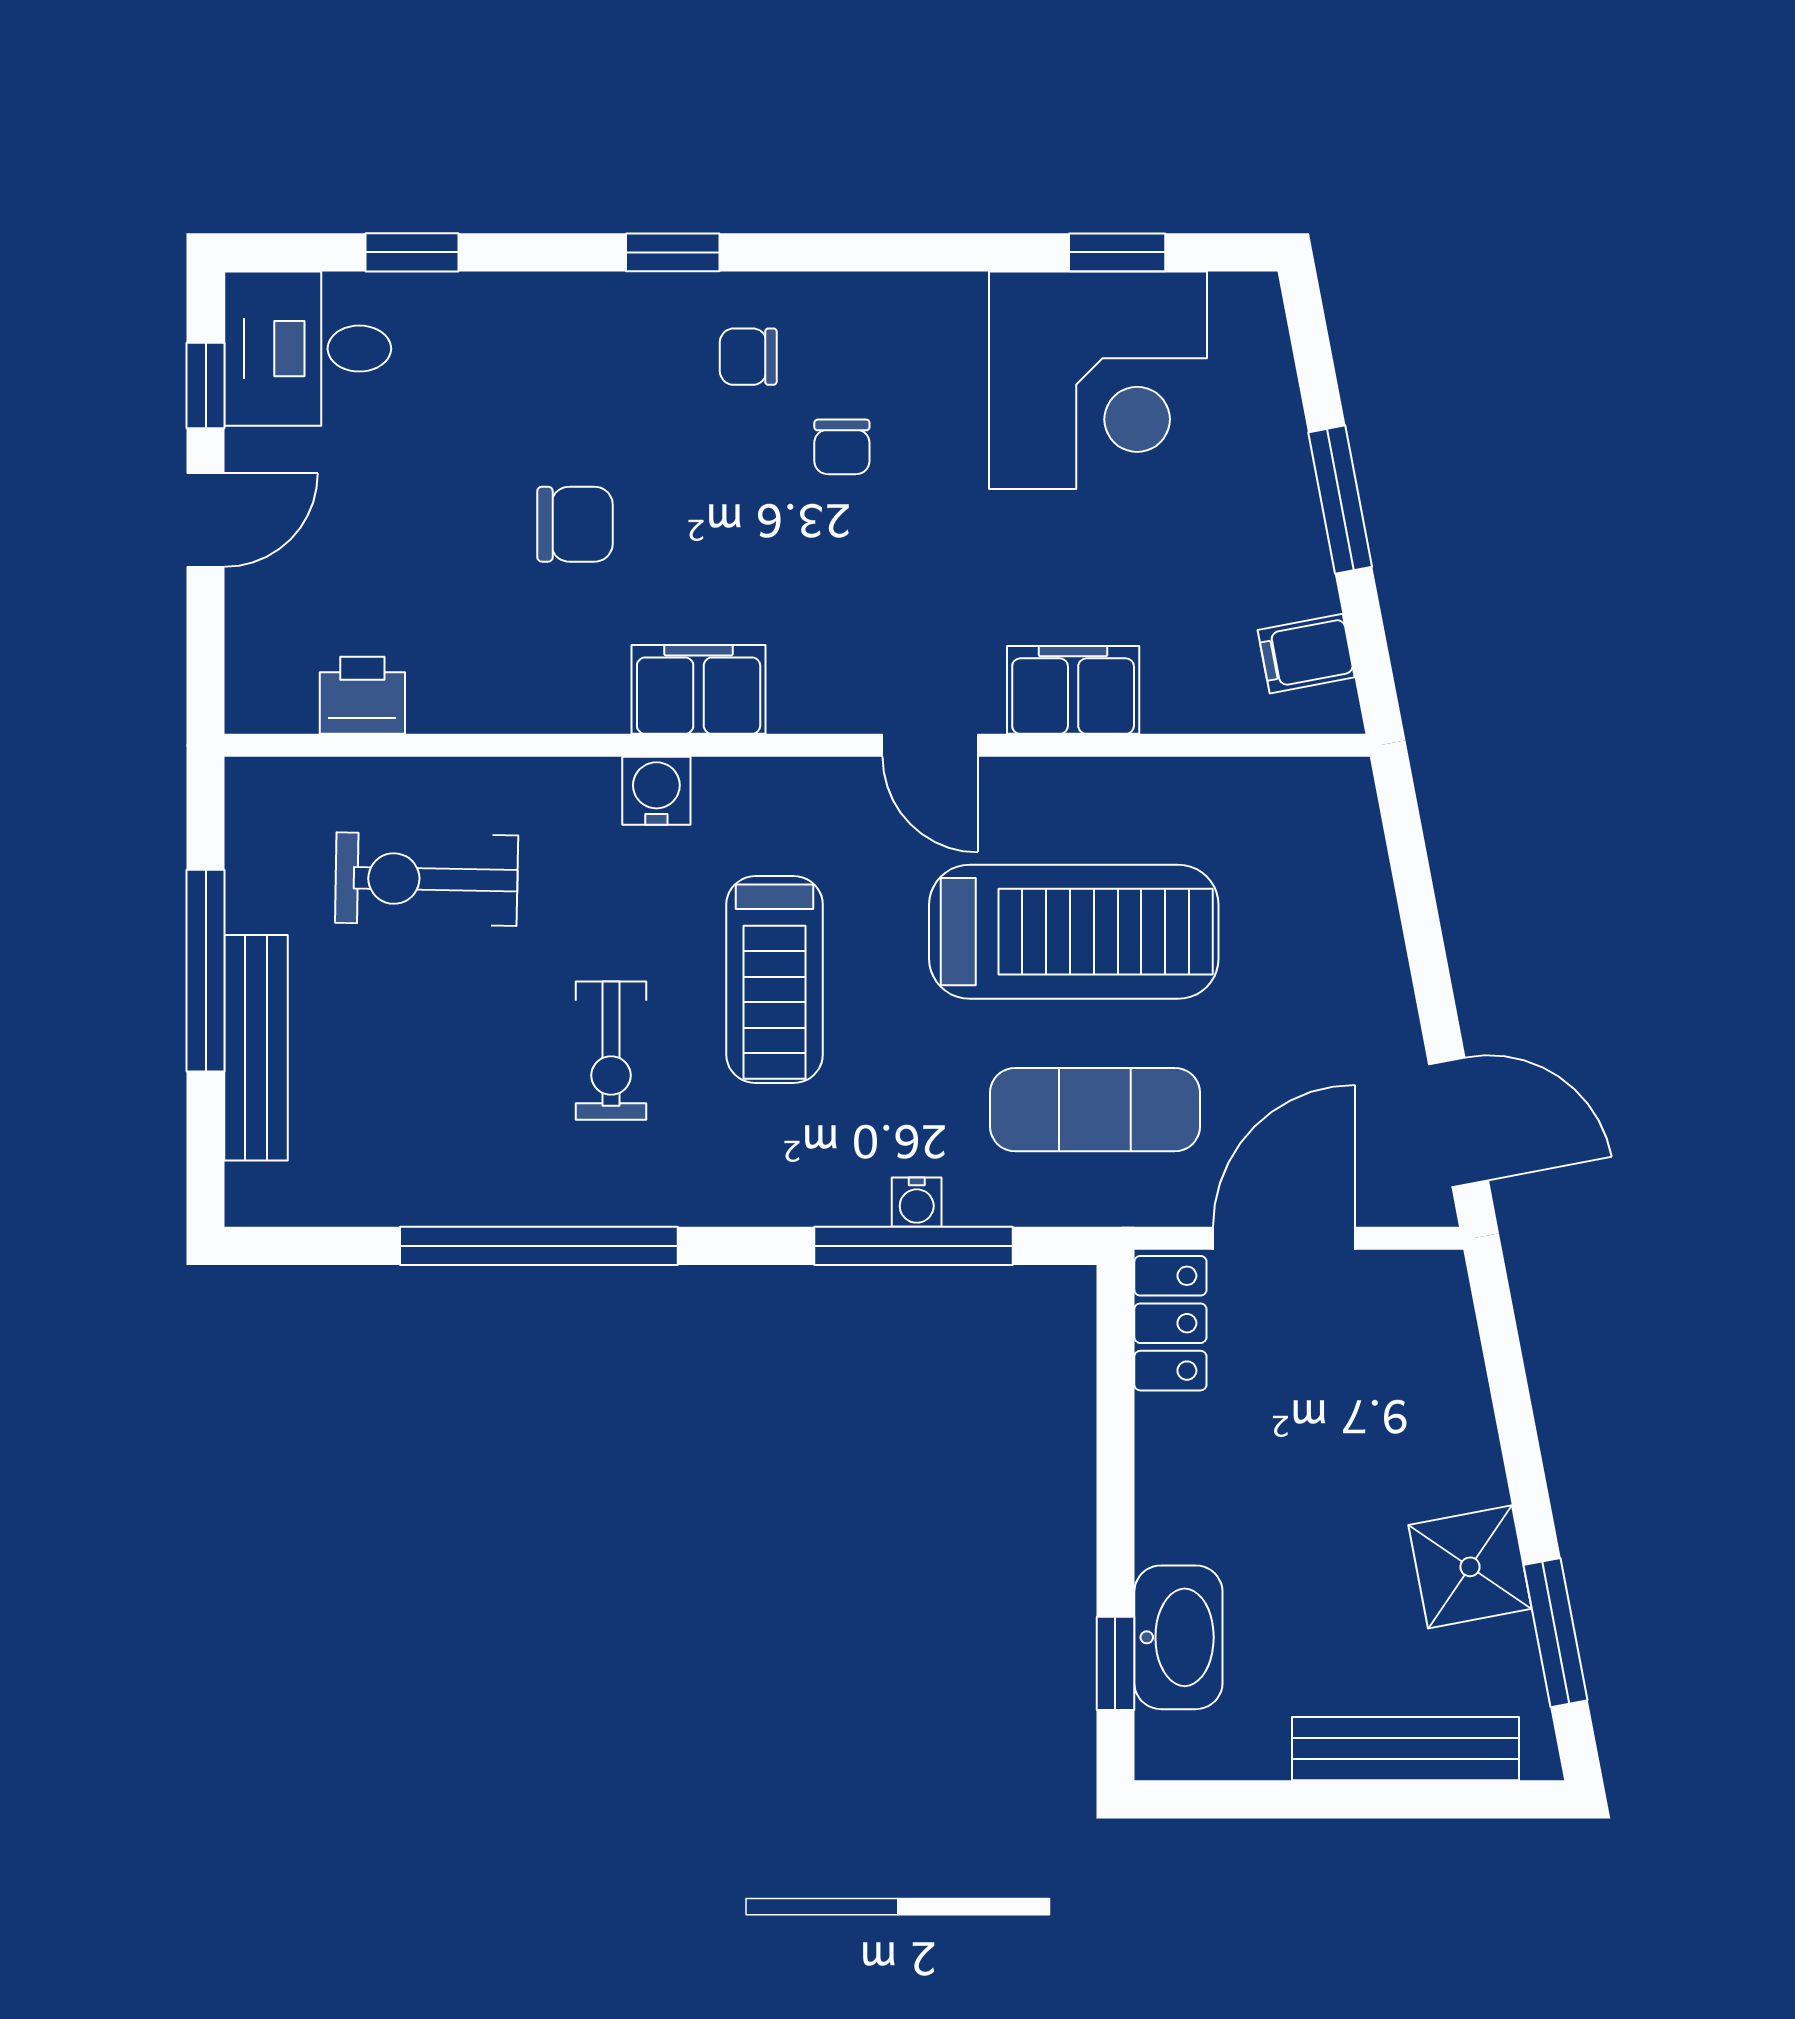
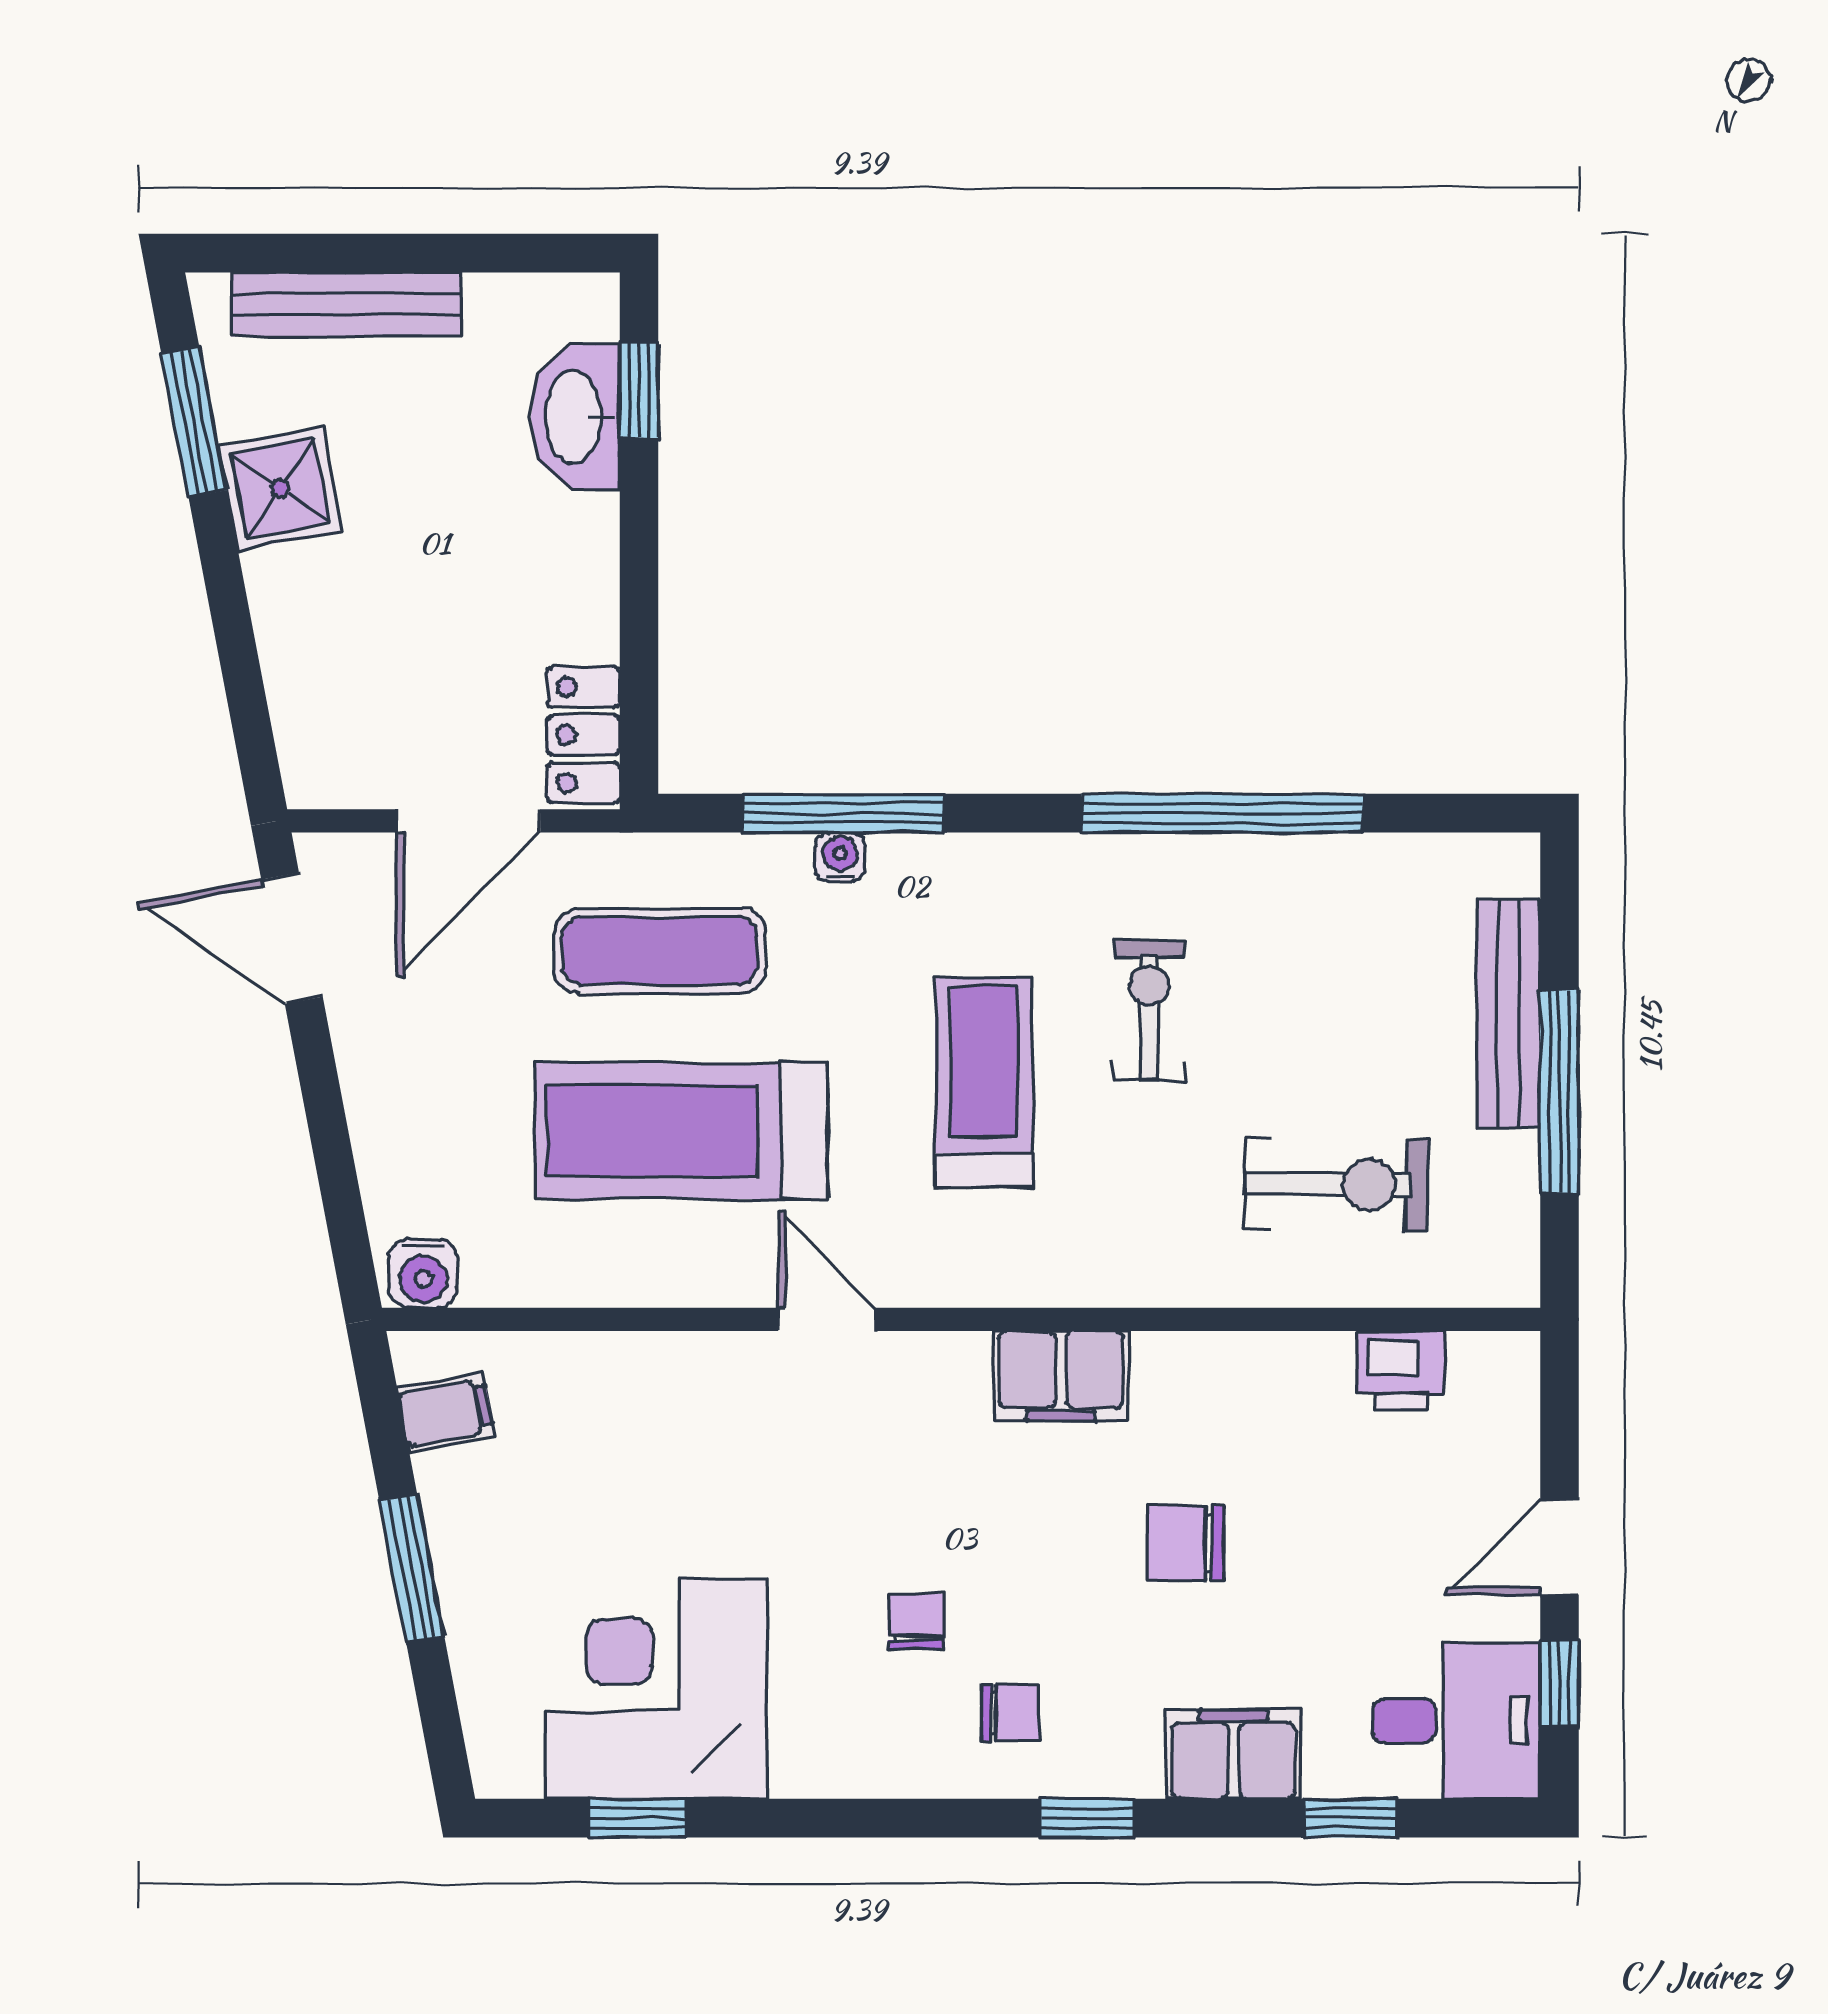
filing cabinet: (1073, 690) -> (1233, 1754), moved, turned 180
water cooler: (656, 791) -> (423, 1273), moved

